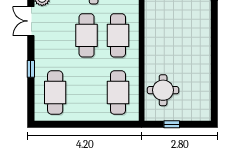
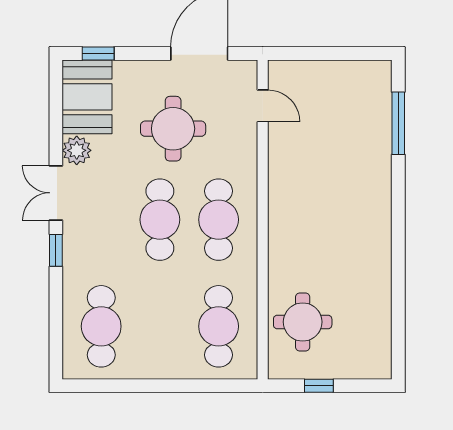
window: (31, 69) -> (56, 250), moved

